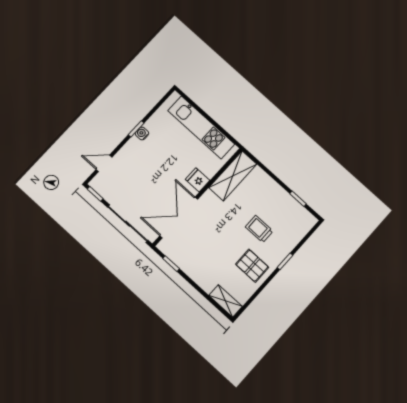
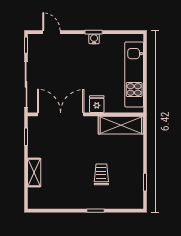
pallet: (252, 266) -> (73, 191), removed
shelving: (226, 301) -> (34, 172), moved

